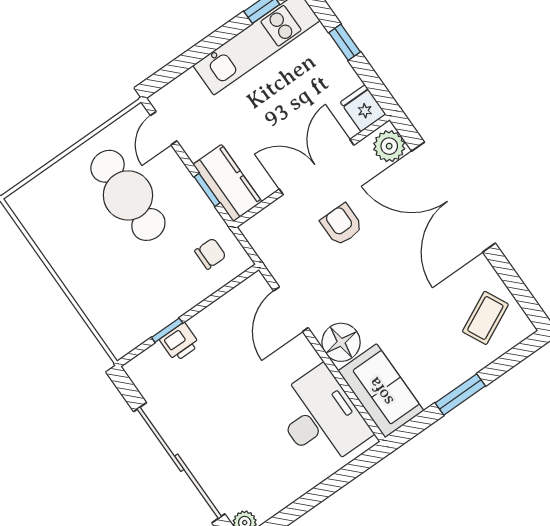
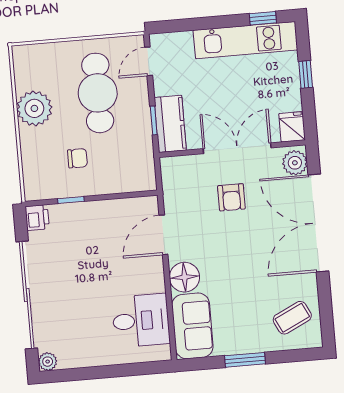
armchair: (342, 225) -> (231, 197), turned 180
plant: (68, 253) -> (34, 108), added
chair: (210, 254) -> (77, 158), moved
printer: (180, 342) -> (37, 218), moved, turned -90
desk: (321, 418) -> (141, 321), width x0.73

